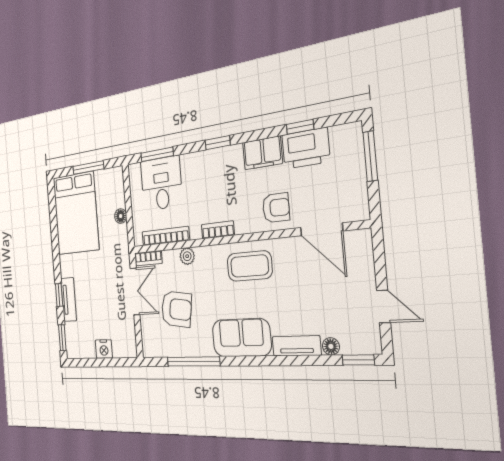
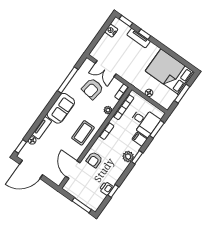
printer: (306, 148) -> (106, 188), width x0.53, depth x0.68
filing cabinet: (262, 153) -> (140, 139), moved, width x0.50
plant: (228, 158) -> (128, 157), added
door: (322, 229) -> (73, 170), hinge flipped
double door: (135, 291) -> (106, 69), moved
door: (384, 306) -> (31, 169), width x1.87
nightstand: (104, 349) -> (111, 31), moved

